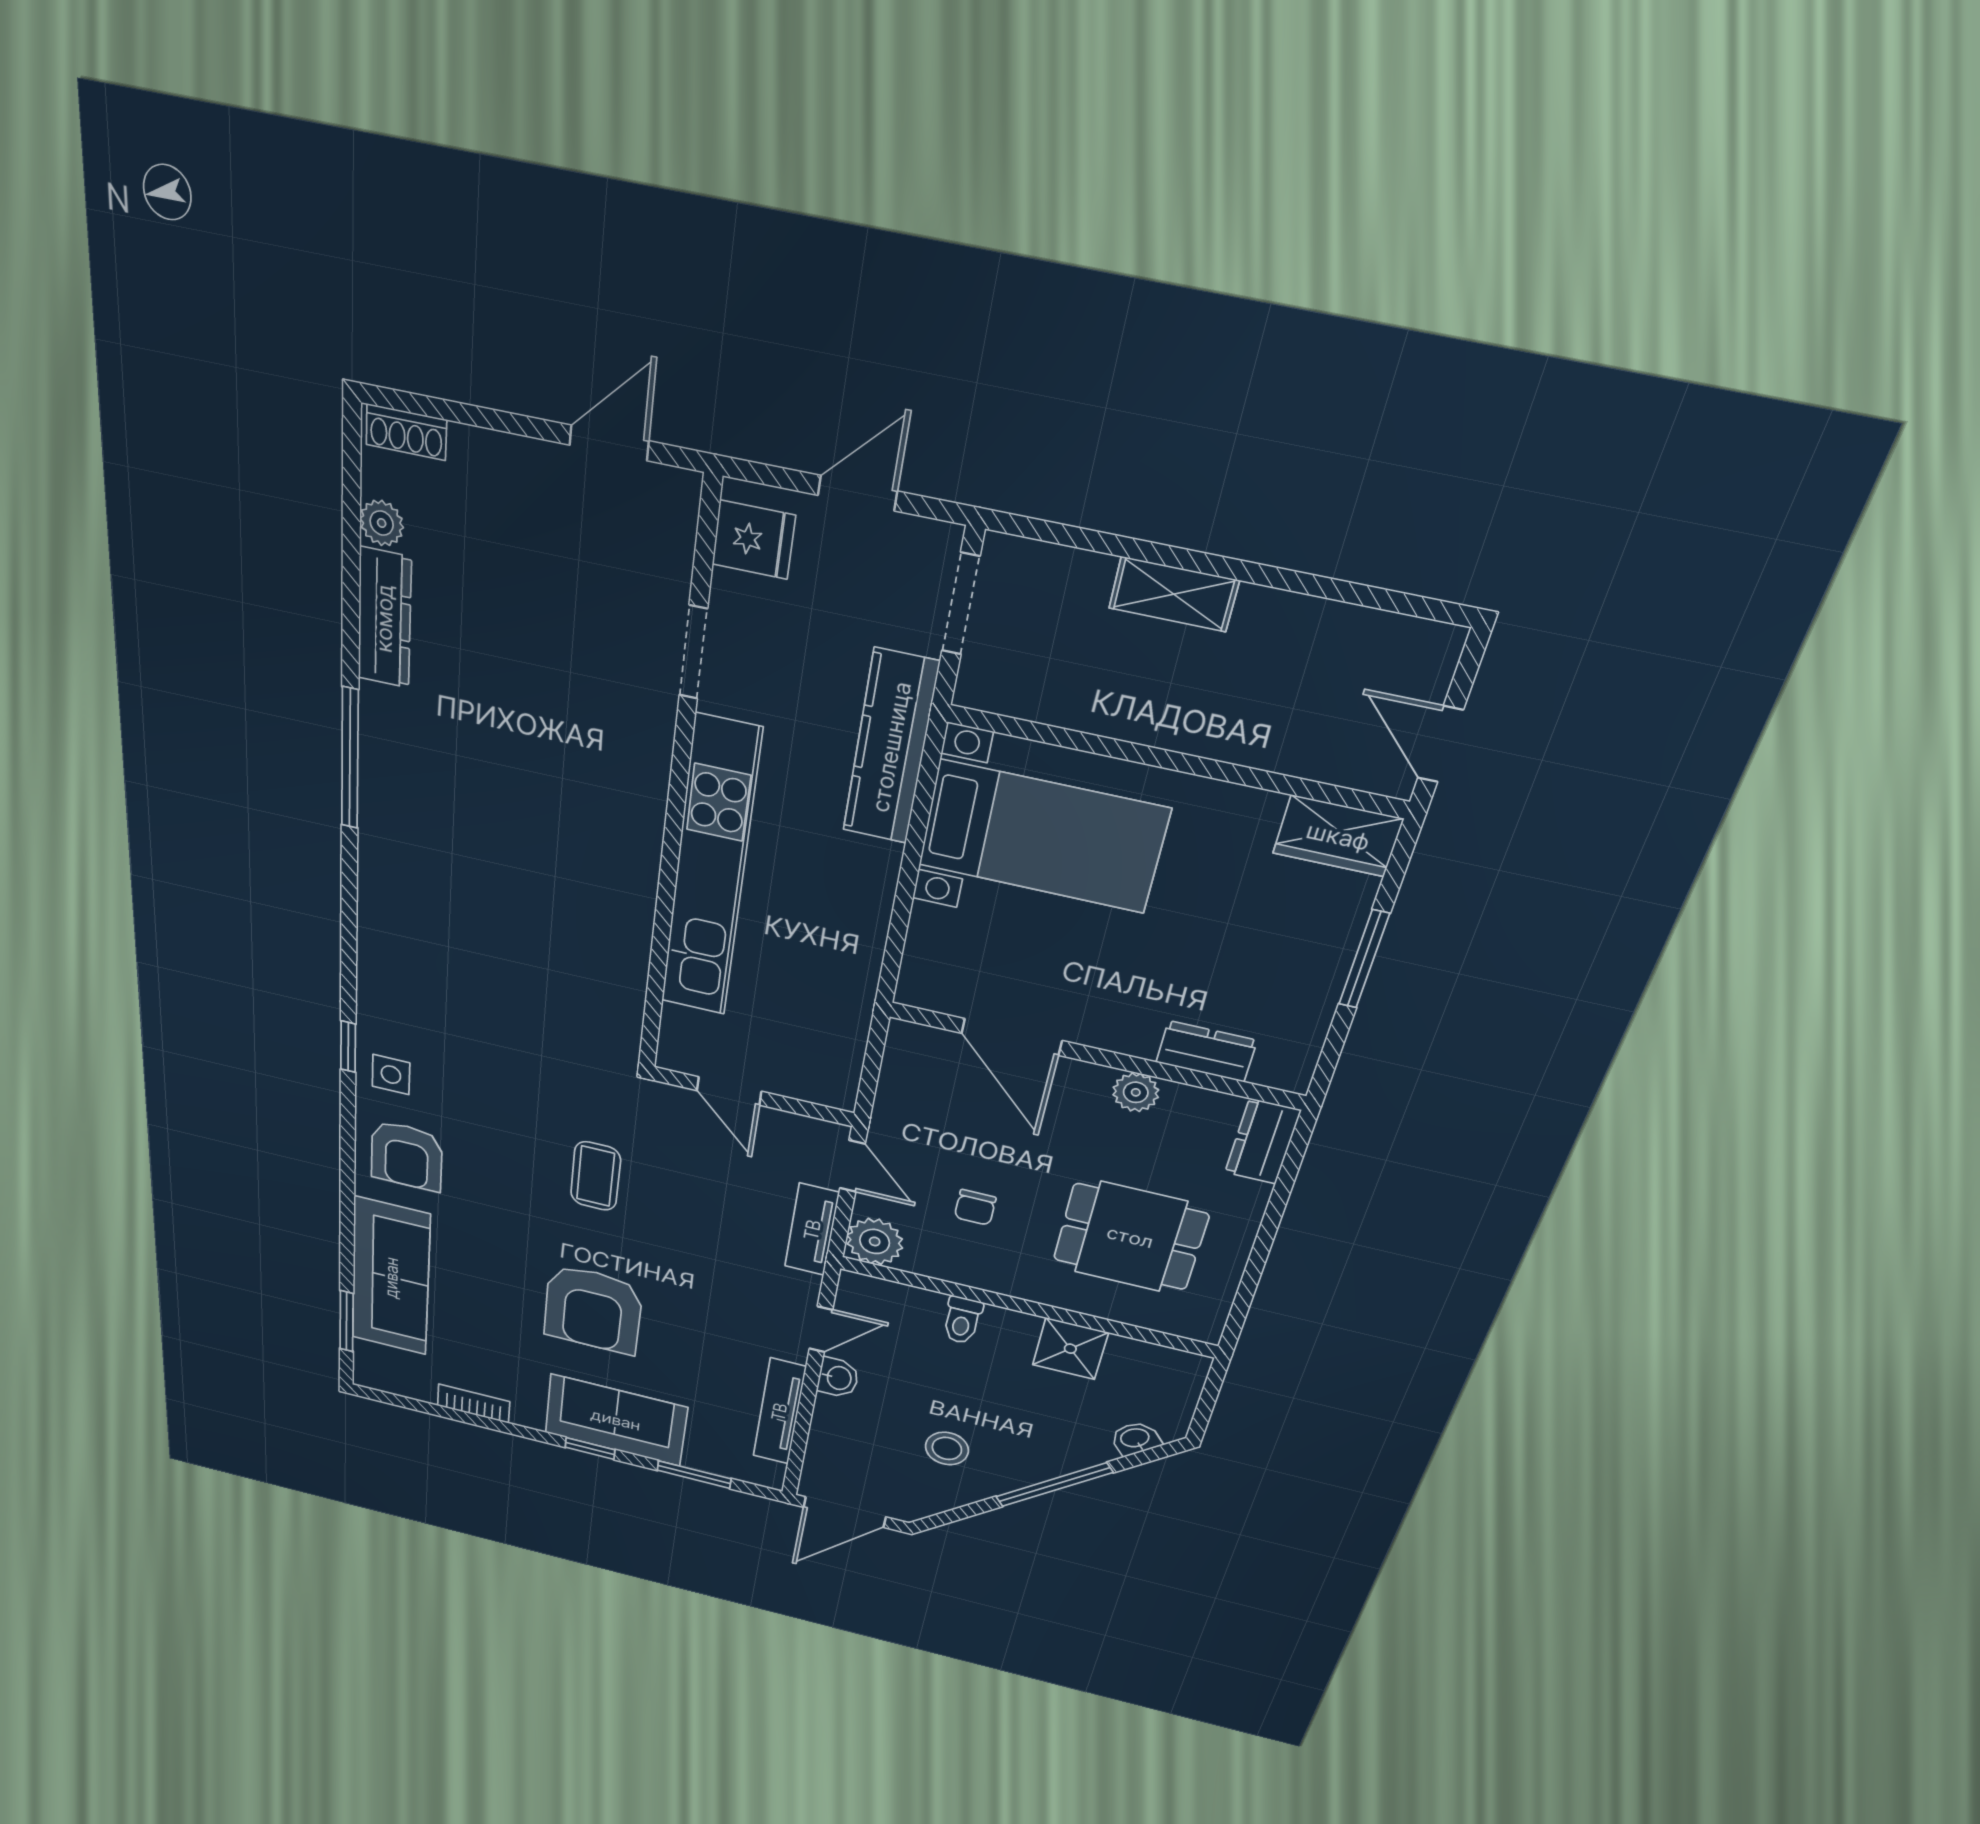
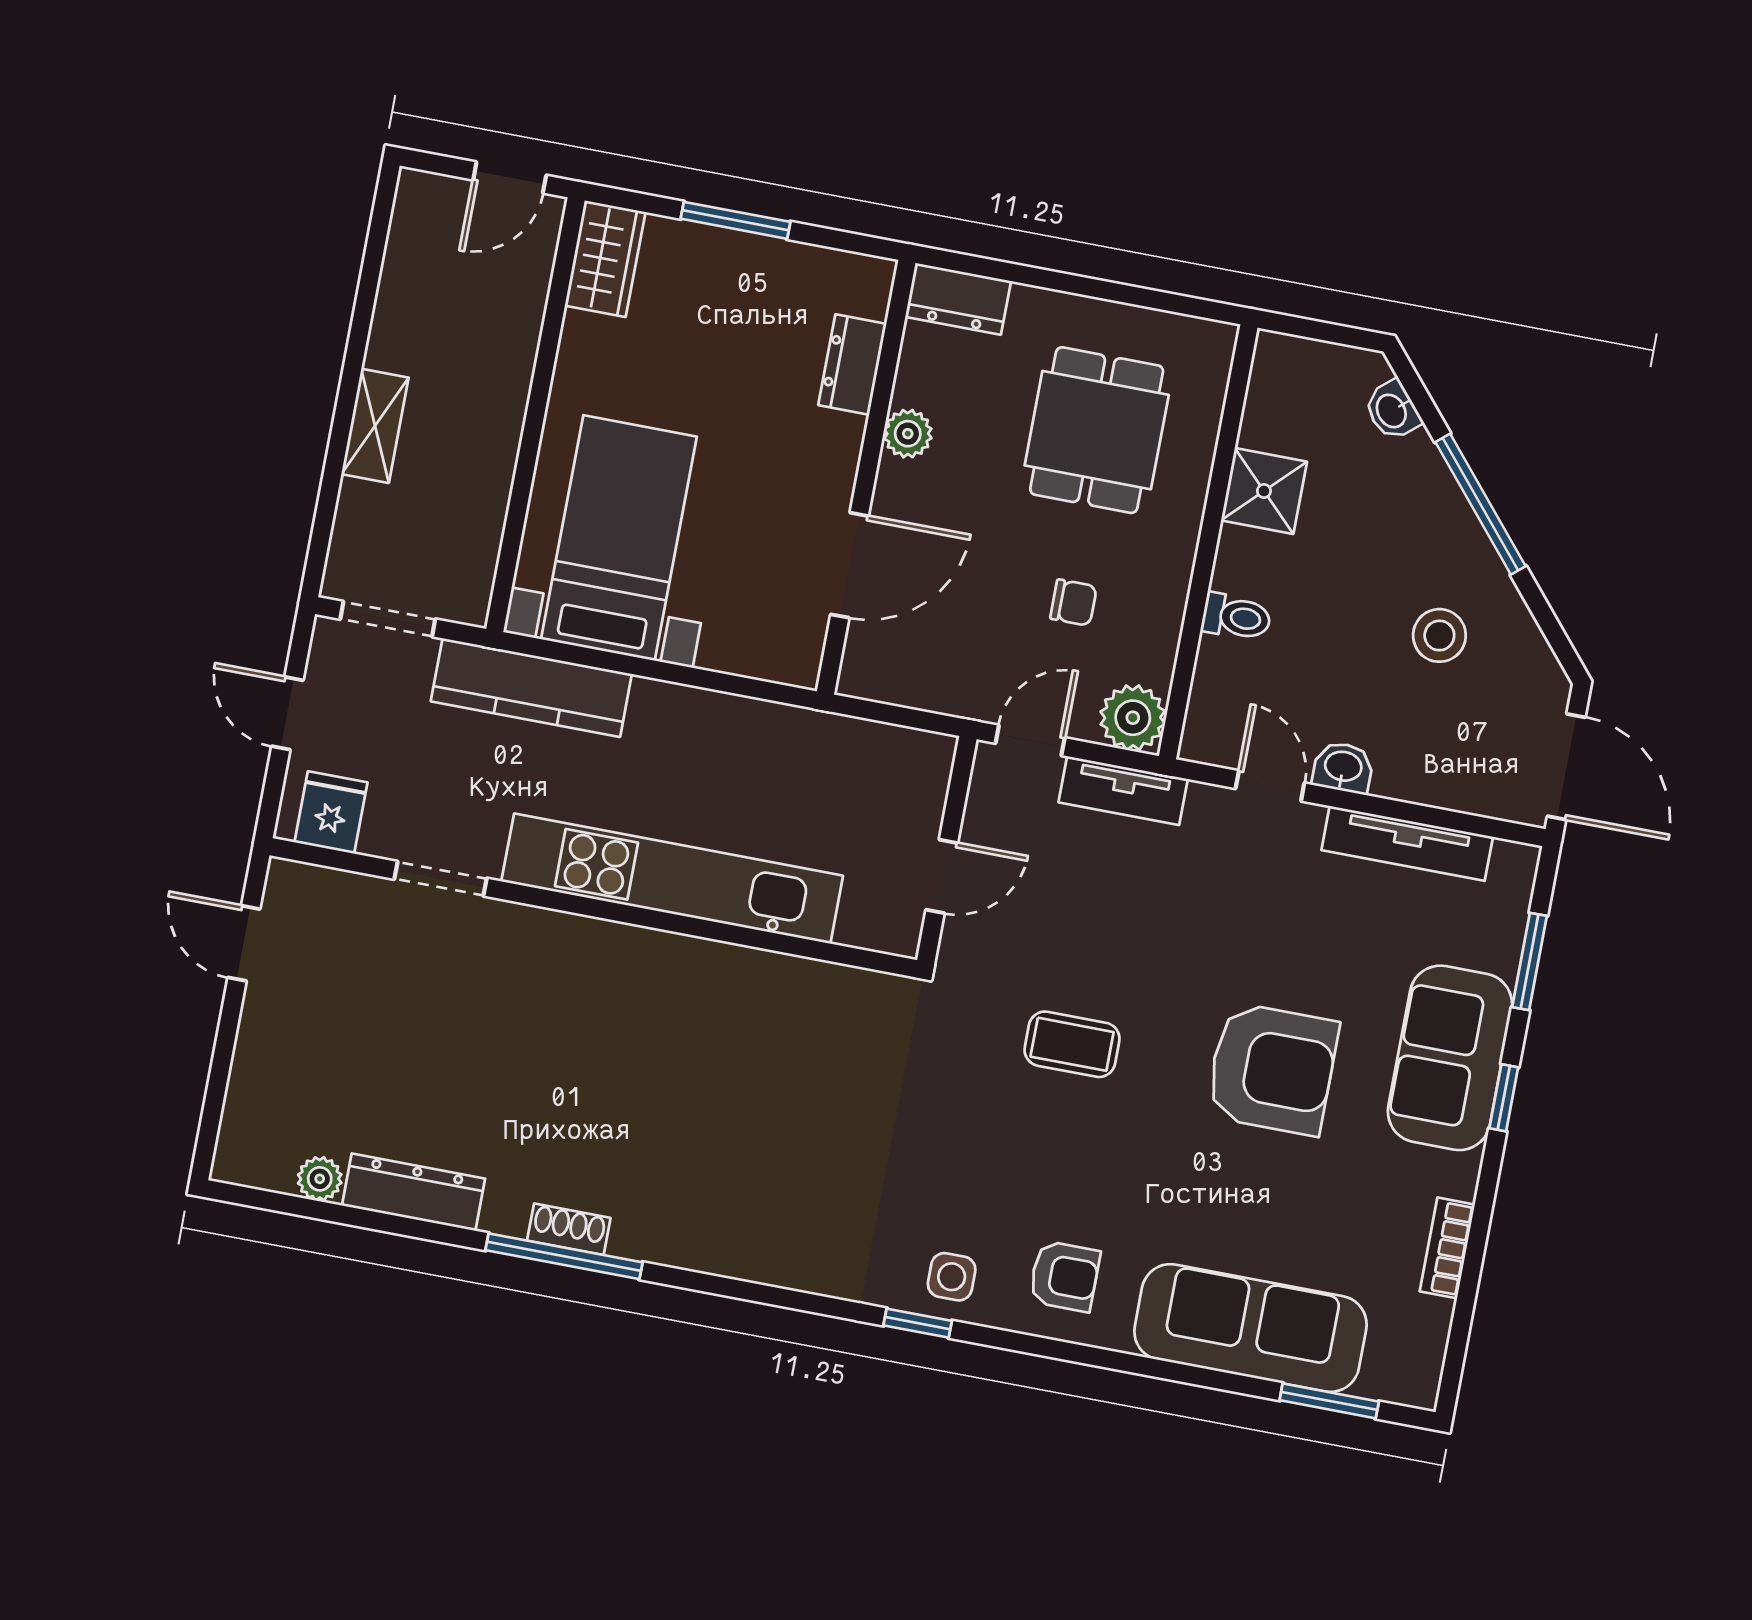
shoe rack: (406, 432) -> (569, 1229), moved, turned -90
armchair: (407, 1156) -> (1064, 1276), width x0.72, depth x0.72

